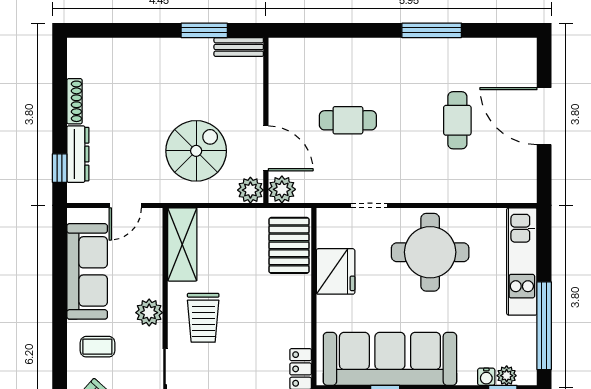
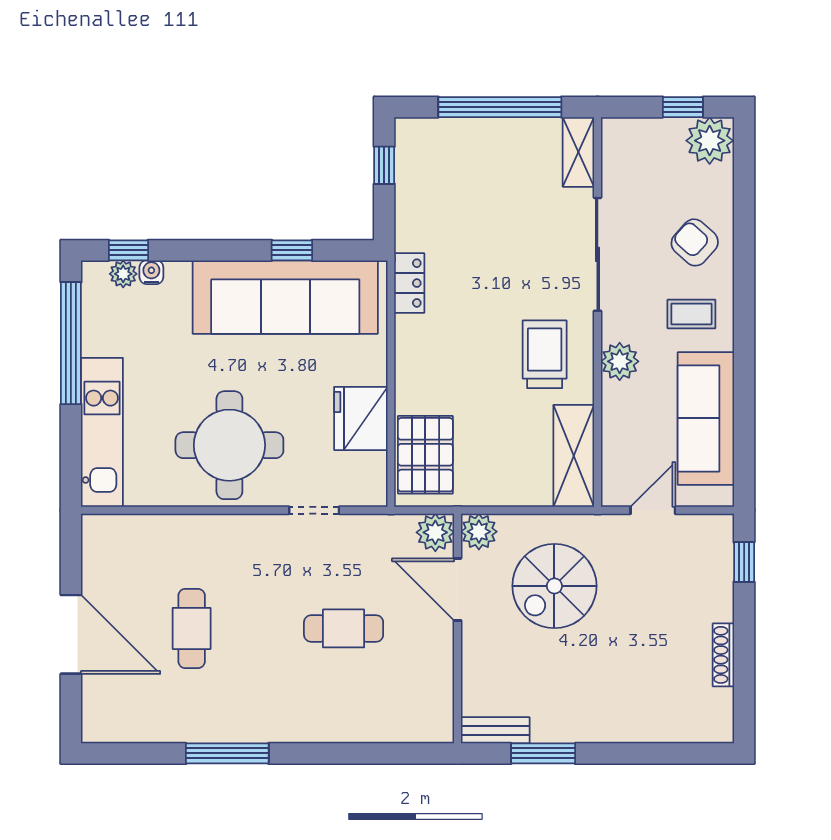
dresser: (78, 154) -> (719, 582), removed

